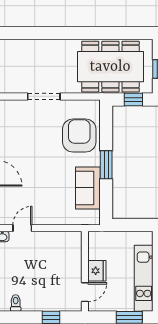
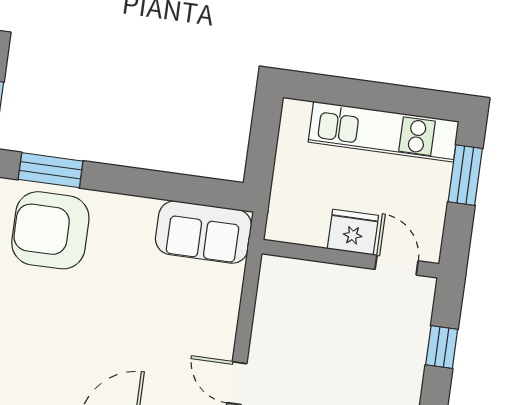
window: (106, 165) -> (51, 170), moved
sofa: (88, 188) -> (203, 232), moved

